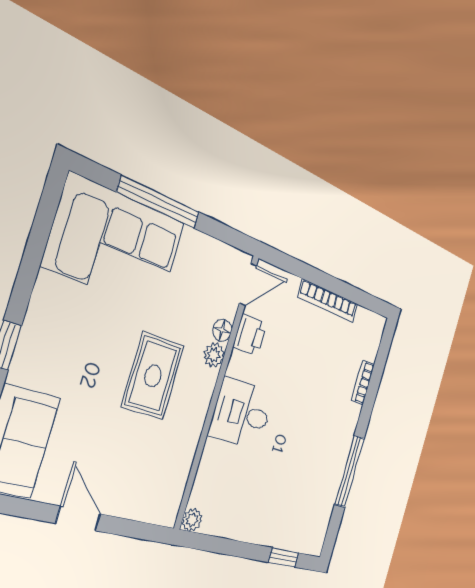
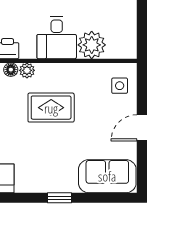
side table: (151, 495) -> (120, 86), added
plant: (192, 520) -> (92, 45), moved, width x1.88, depth x1.88

